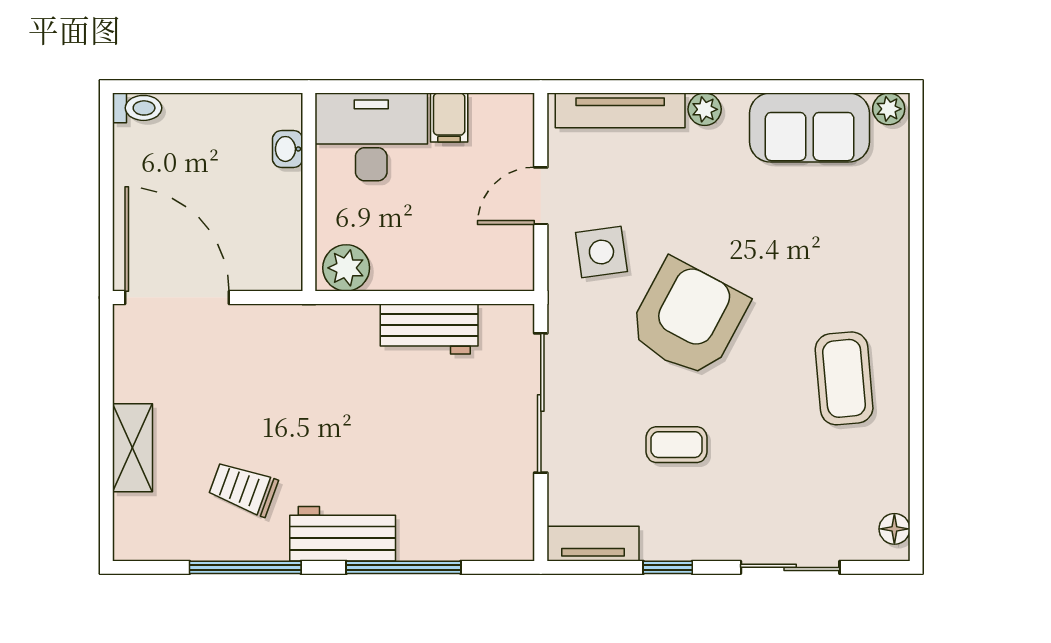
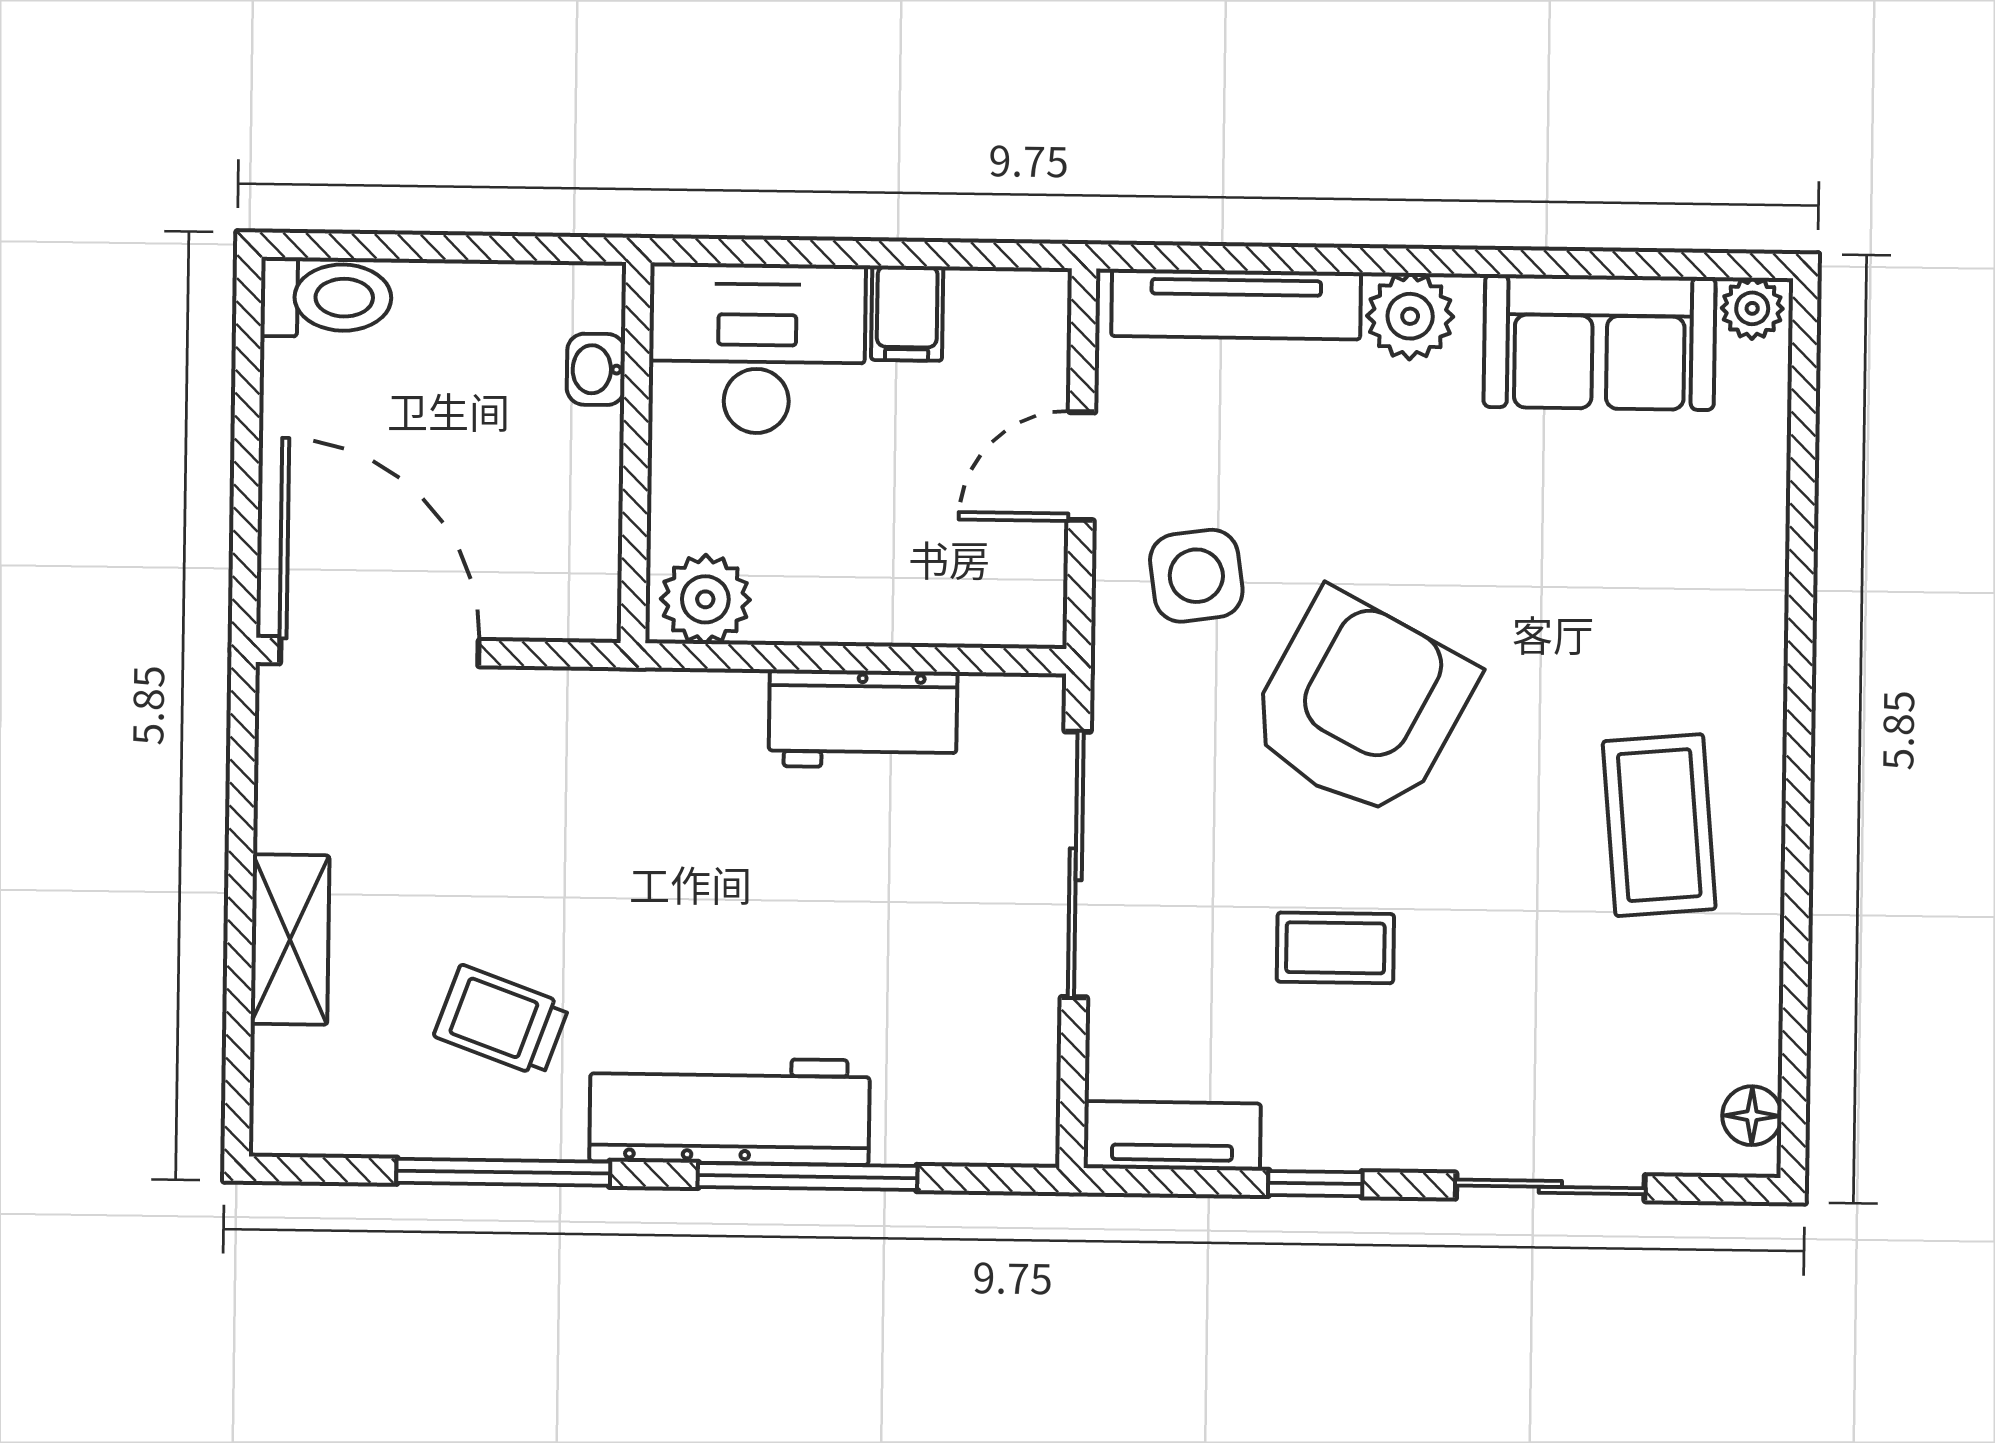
toilet: (137, 108) -> (326, 297), width x1.37, depth x1.39
plant: (705, 109) -> (1410, 316), width x1.38, depth x1.38
workbench: (343, 534) -> (730, 1111), width x1.38

